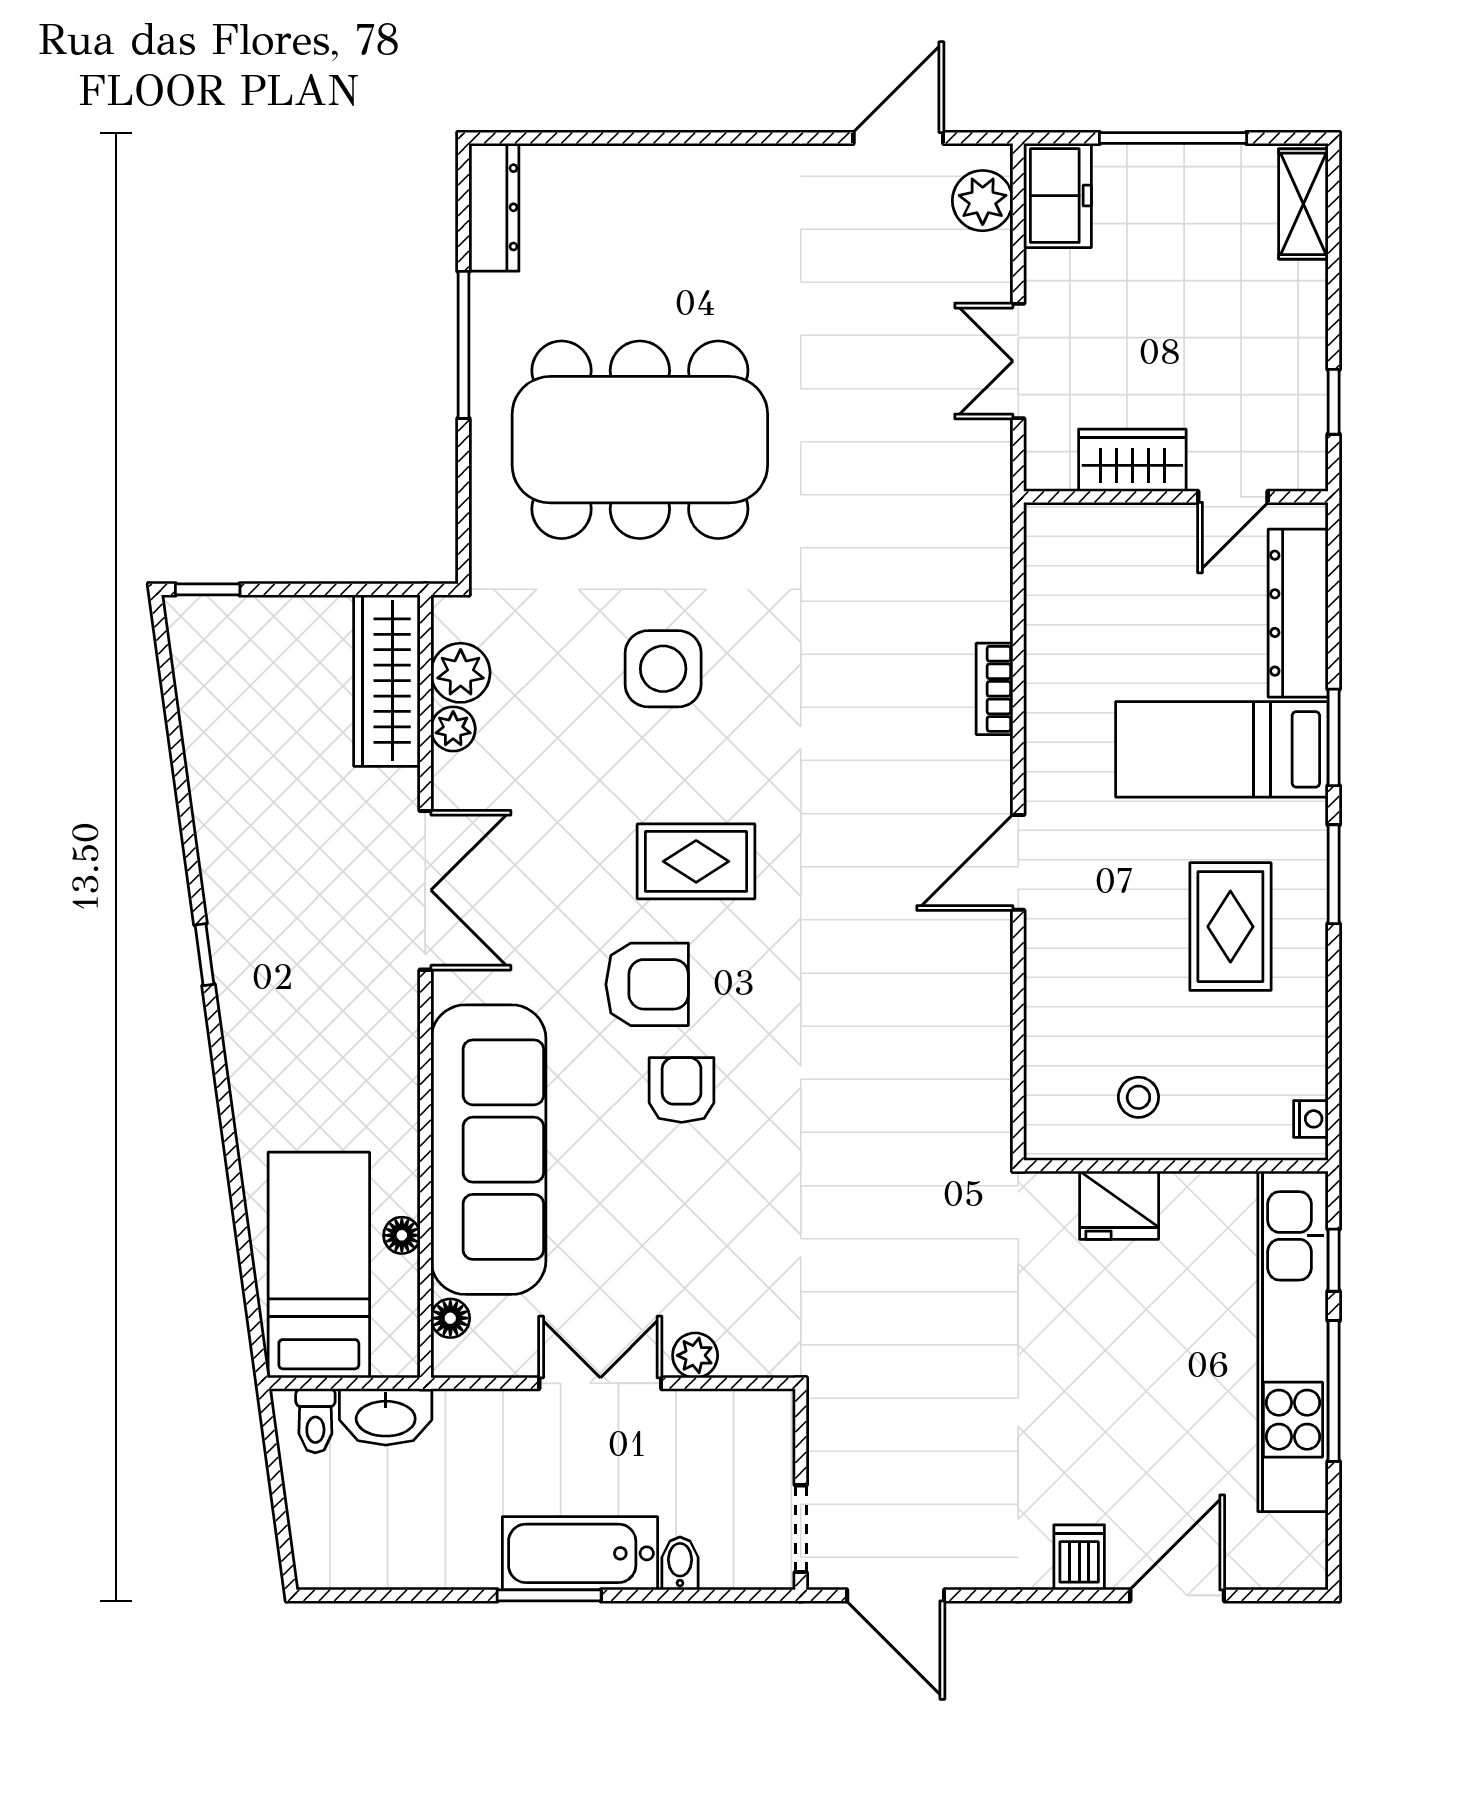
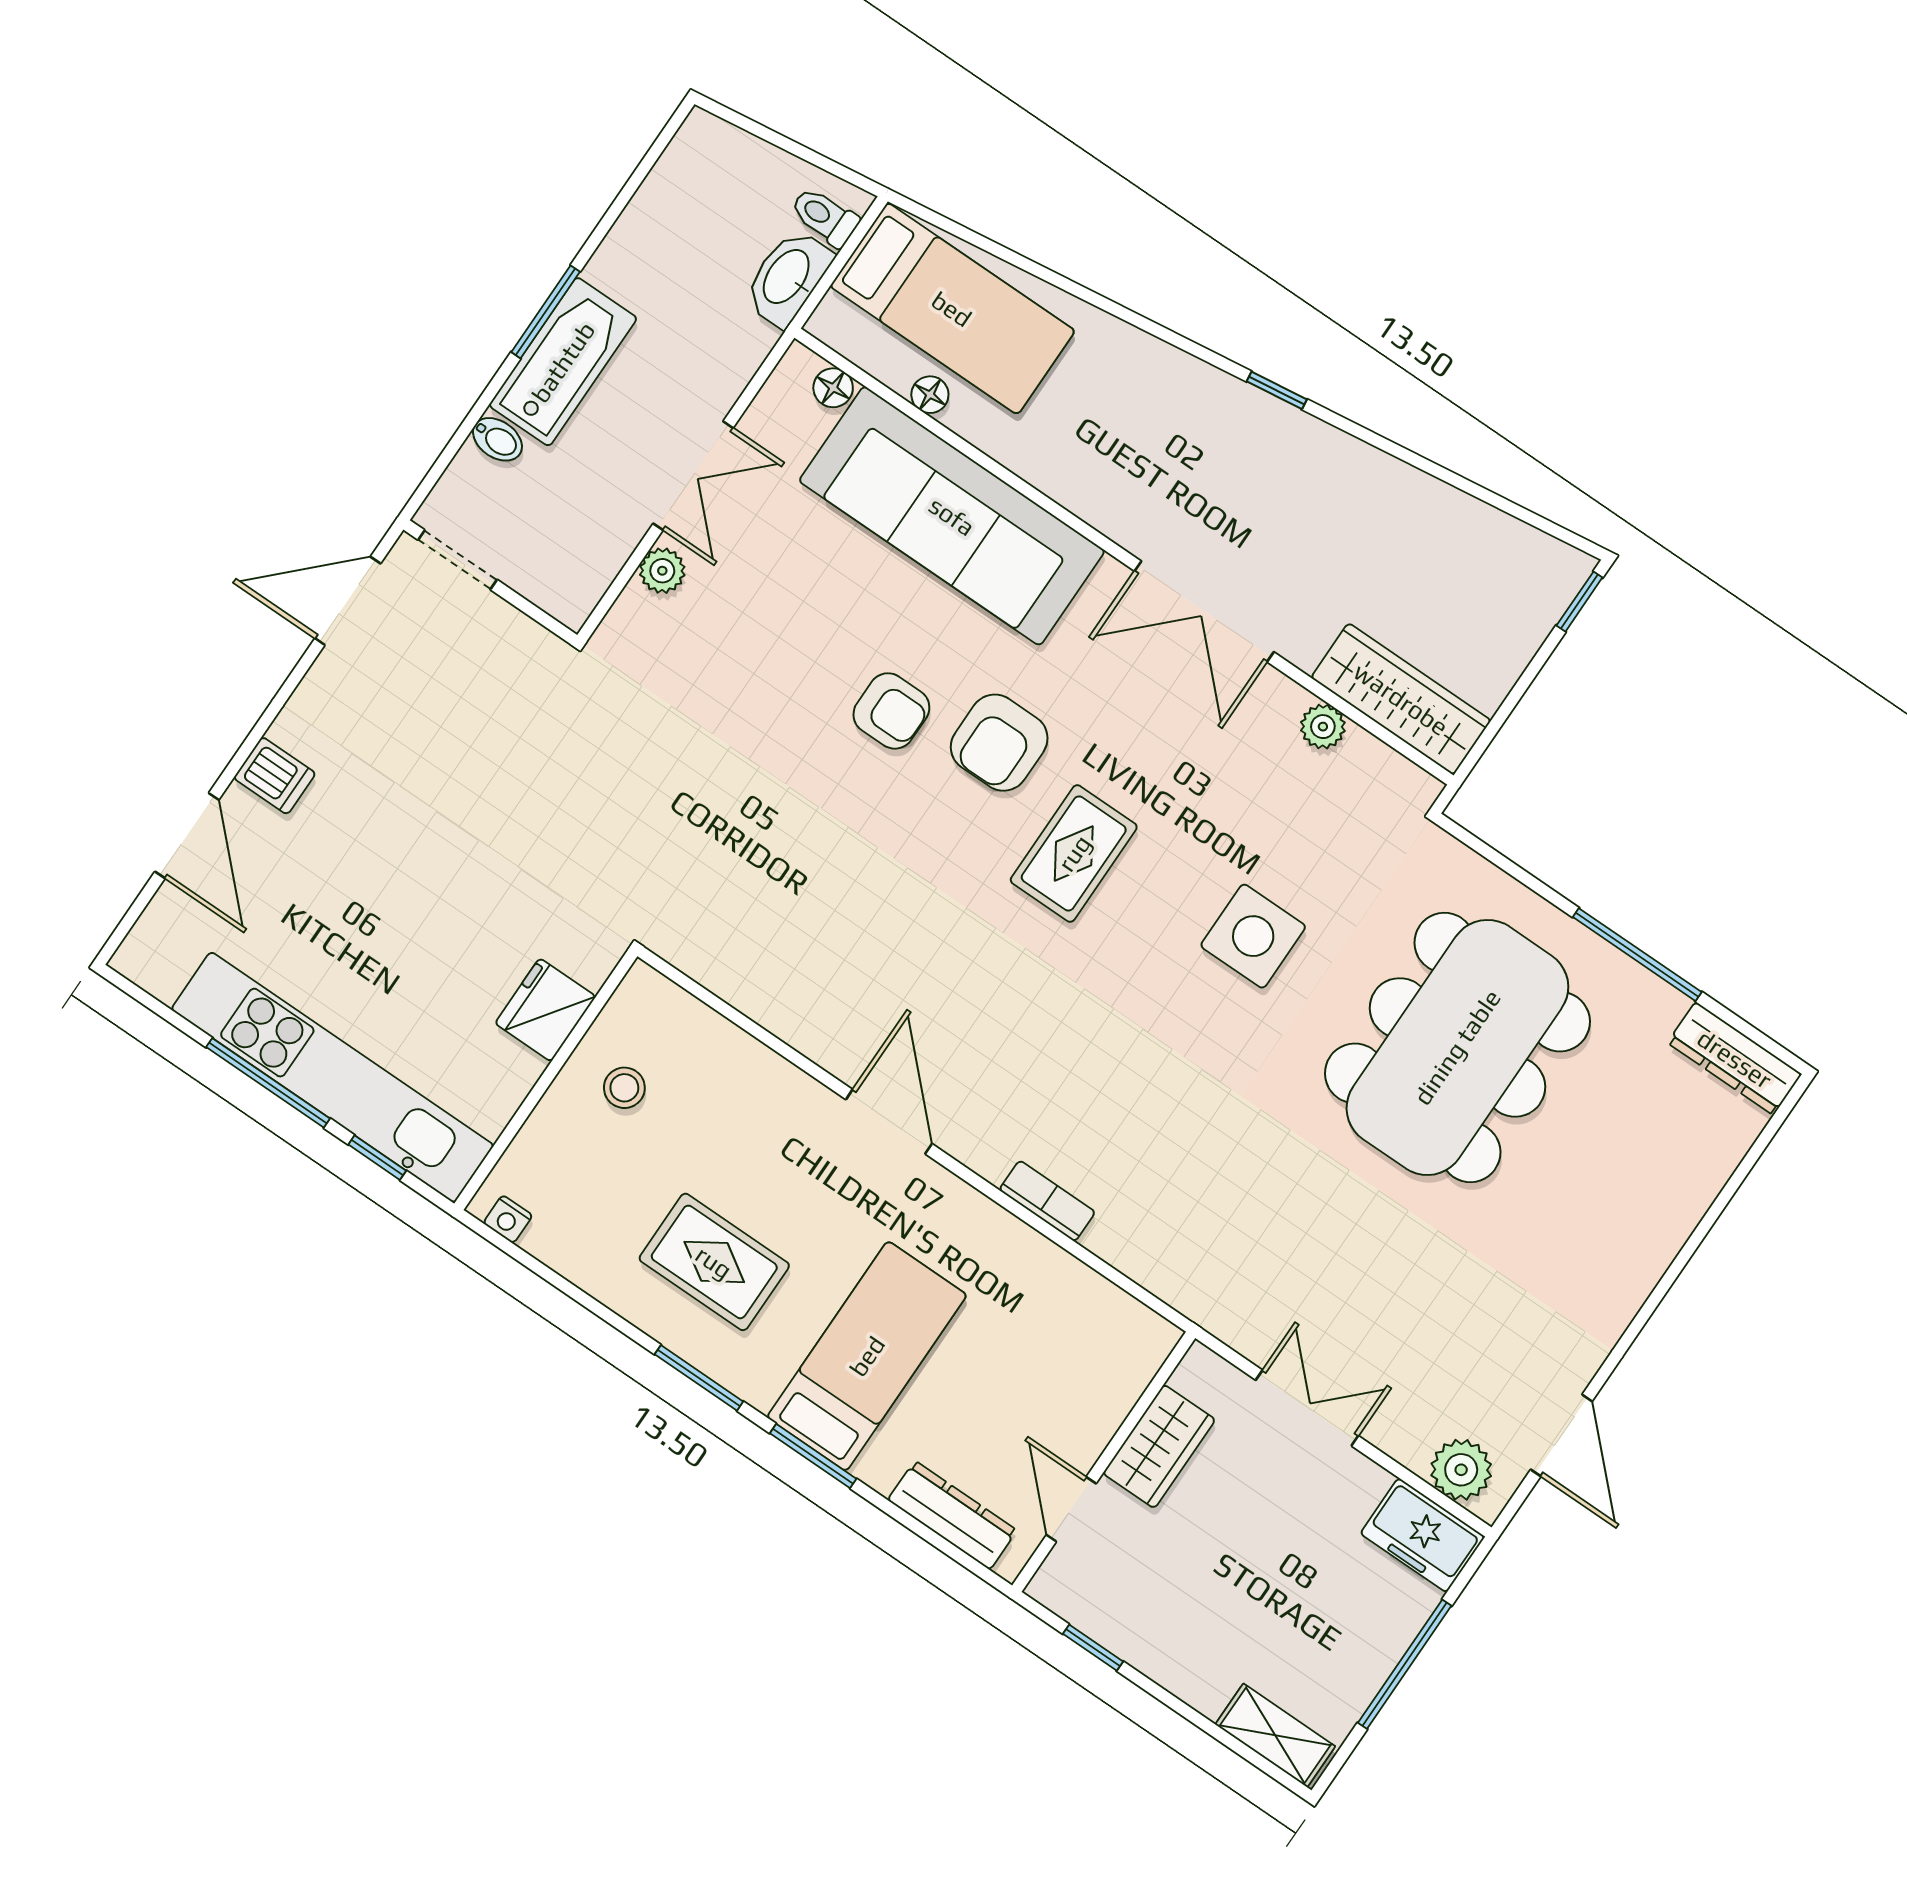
dresser: (1298, 613) -> (952, 1515), width x0.73, depth x0.80
plant: (461, 673) -> (1365, 765), removed

